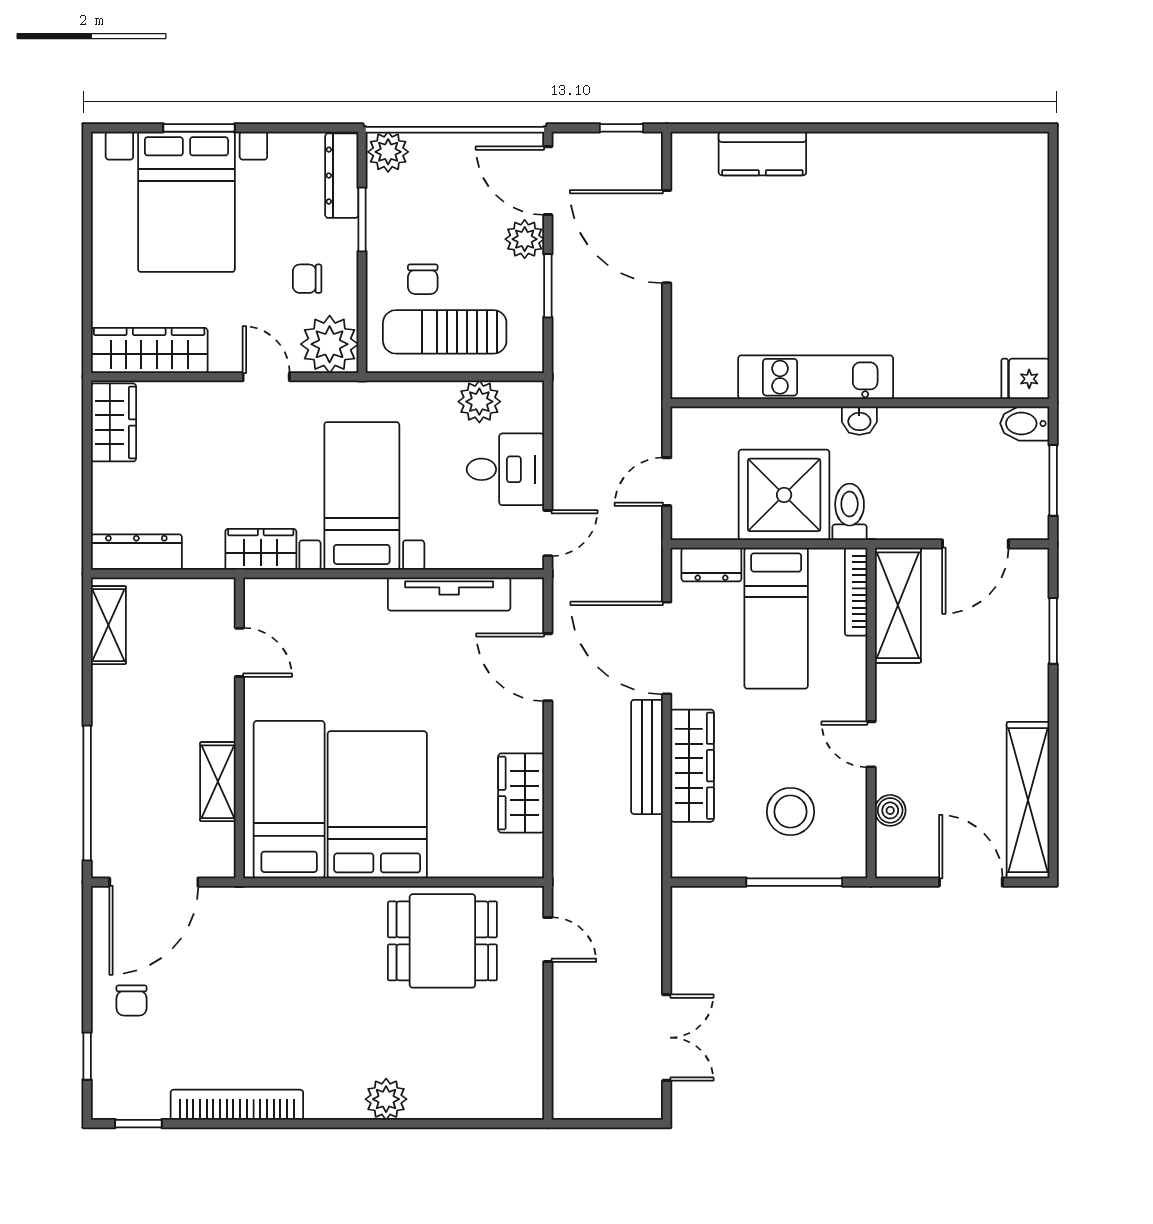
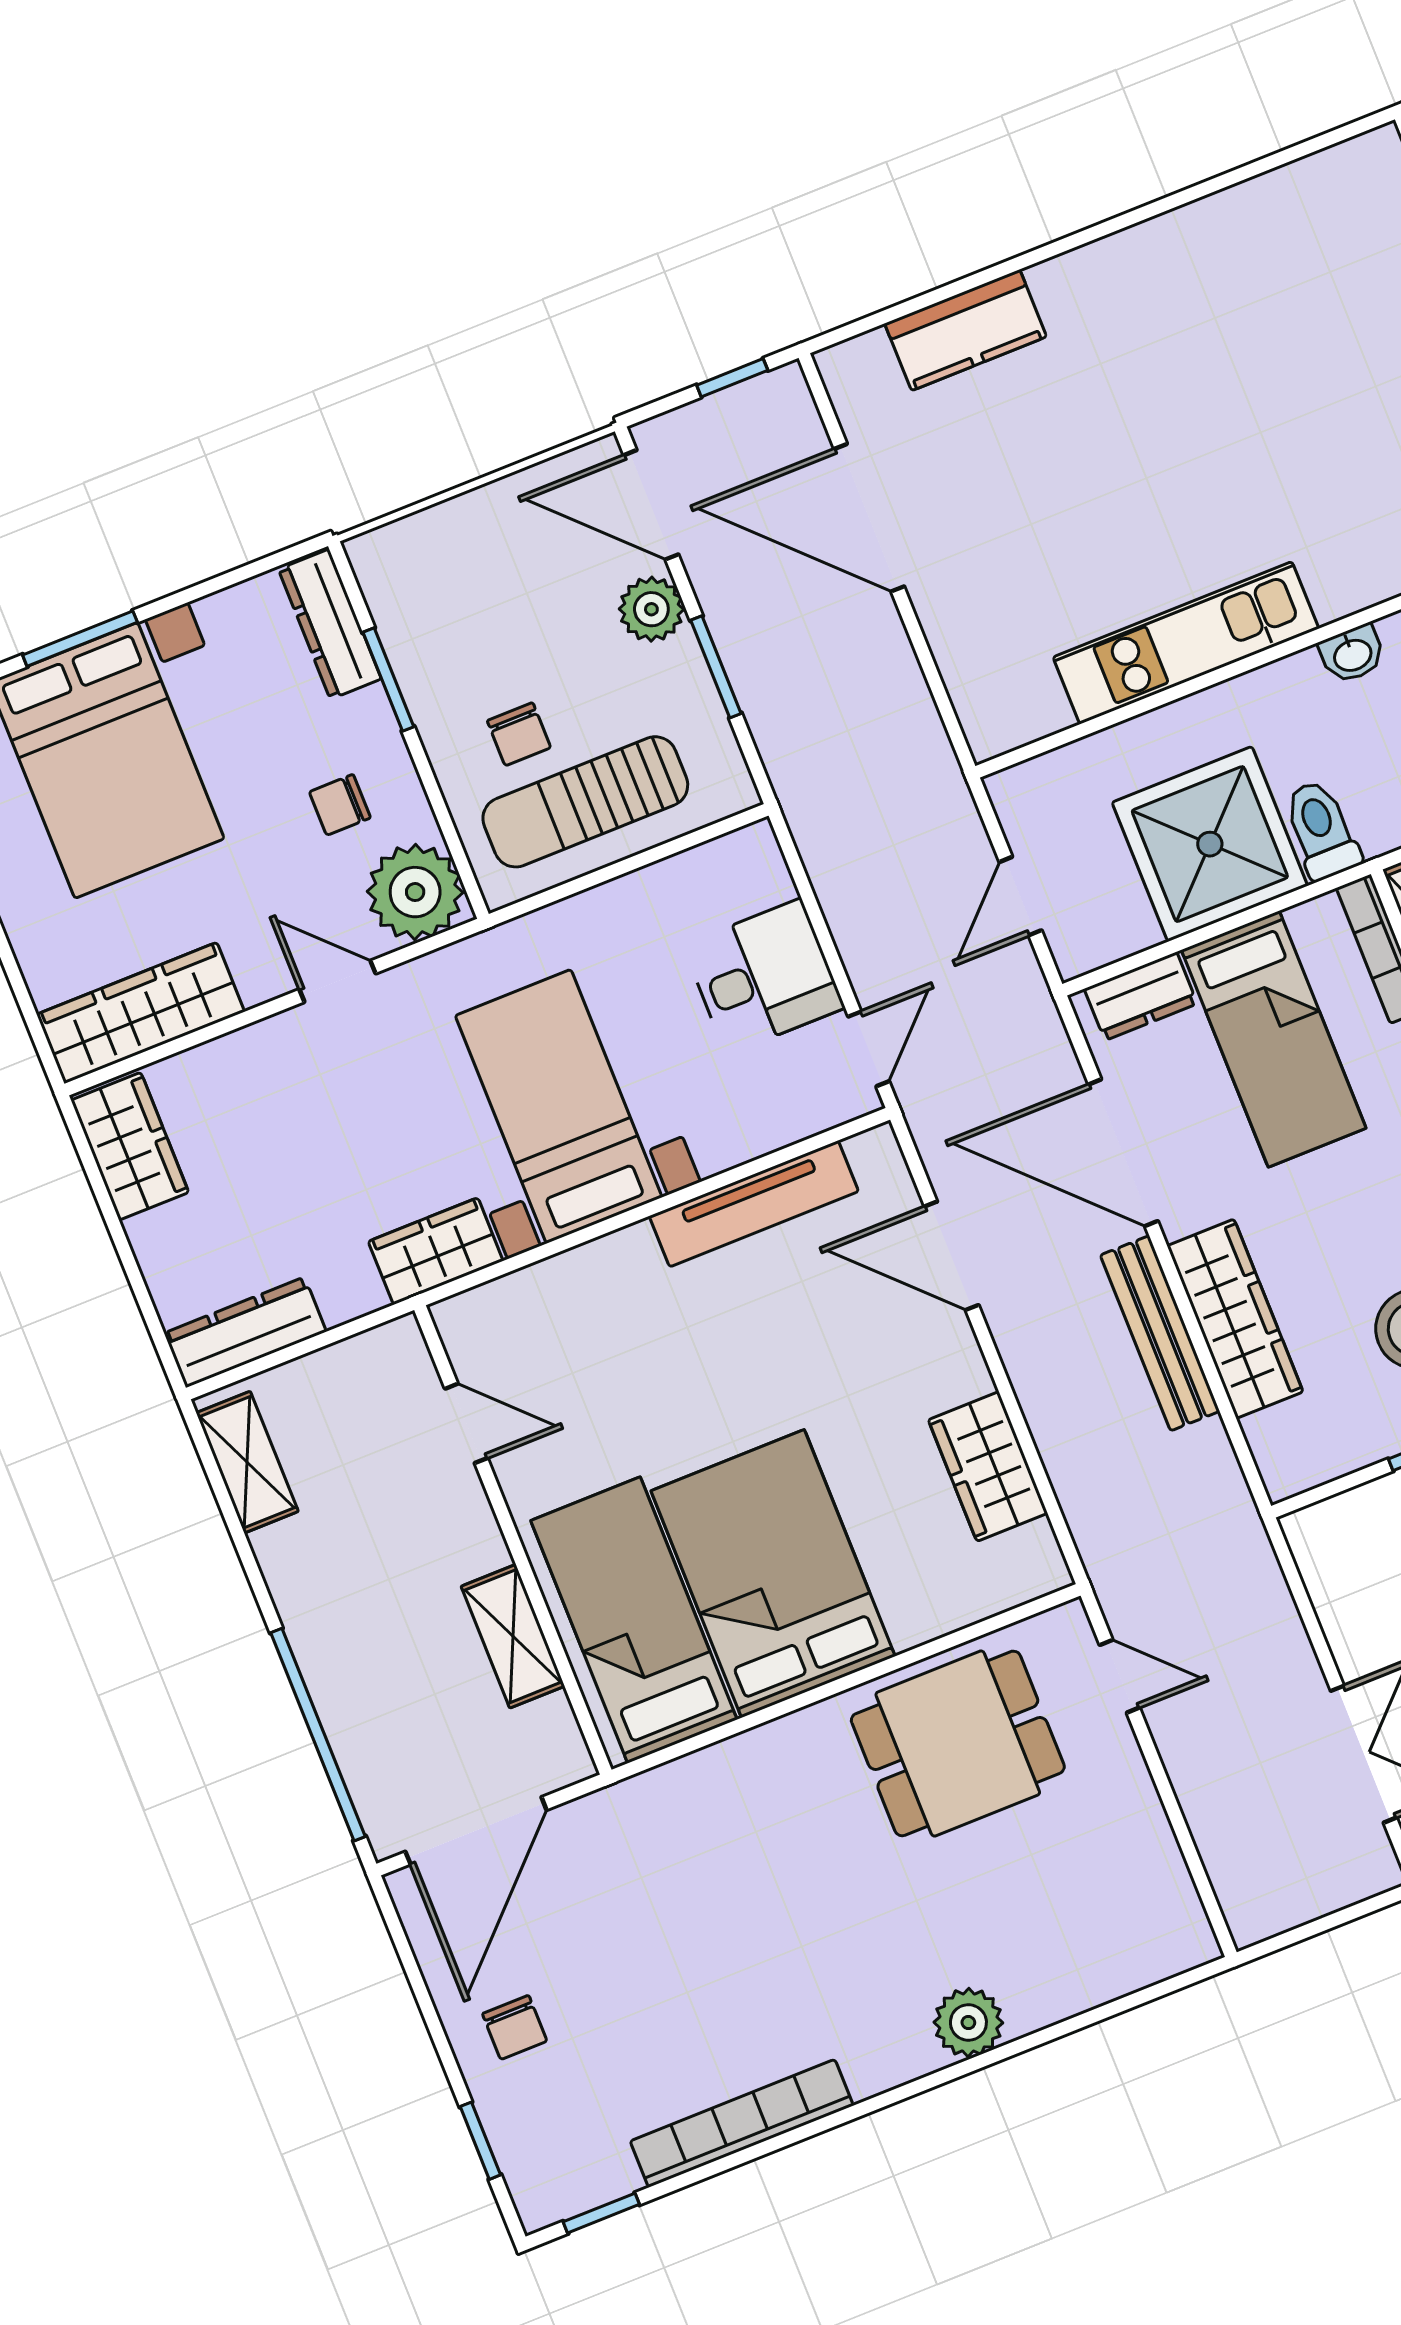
plant: (388, 152) -> (387, 559), removed
plant: (479, 402) -> (682, 888), removed
washbasin: (859, 421) -> (1352, 654), moved

